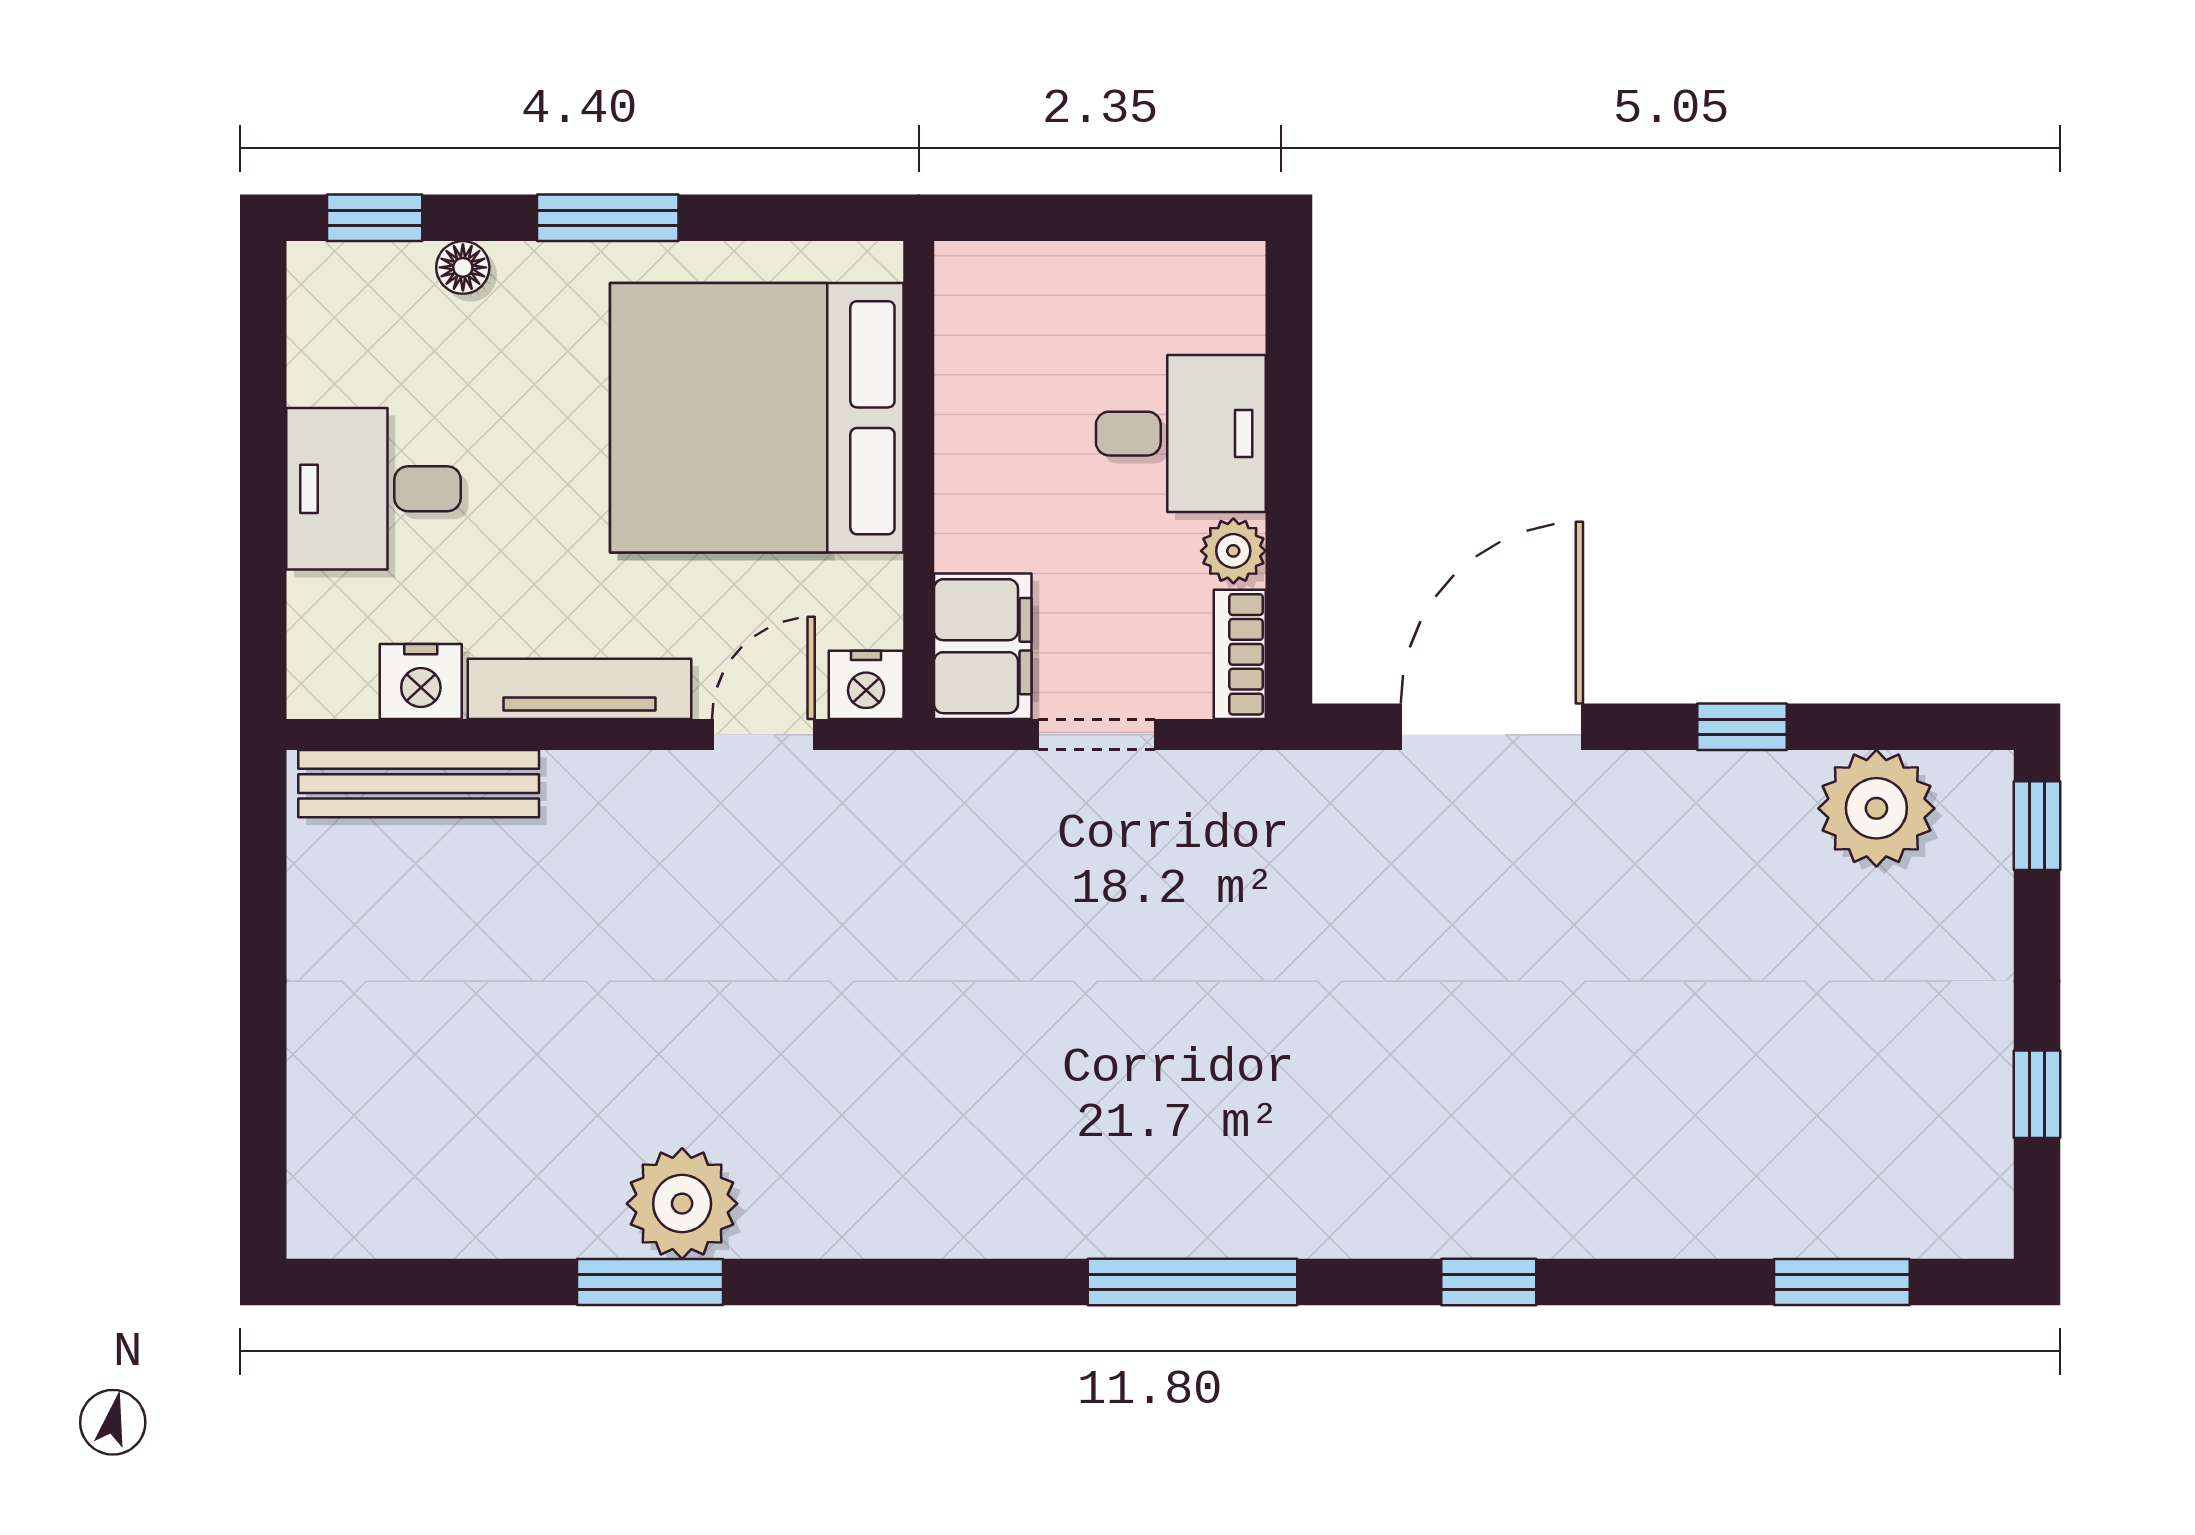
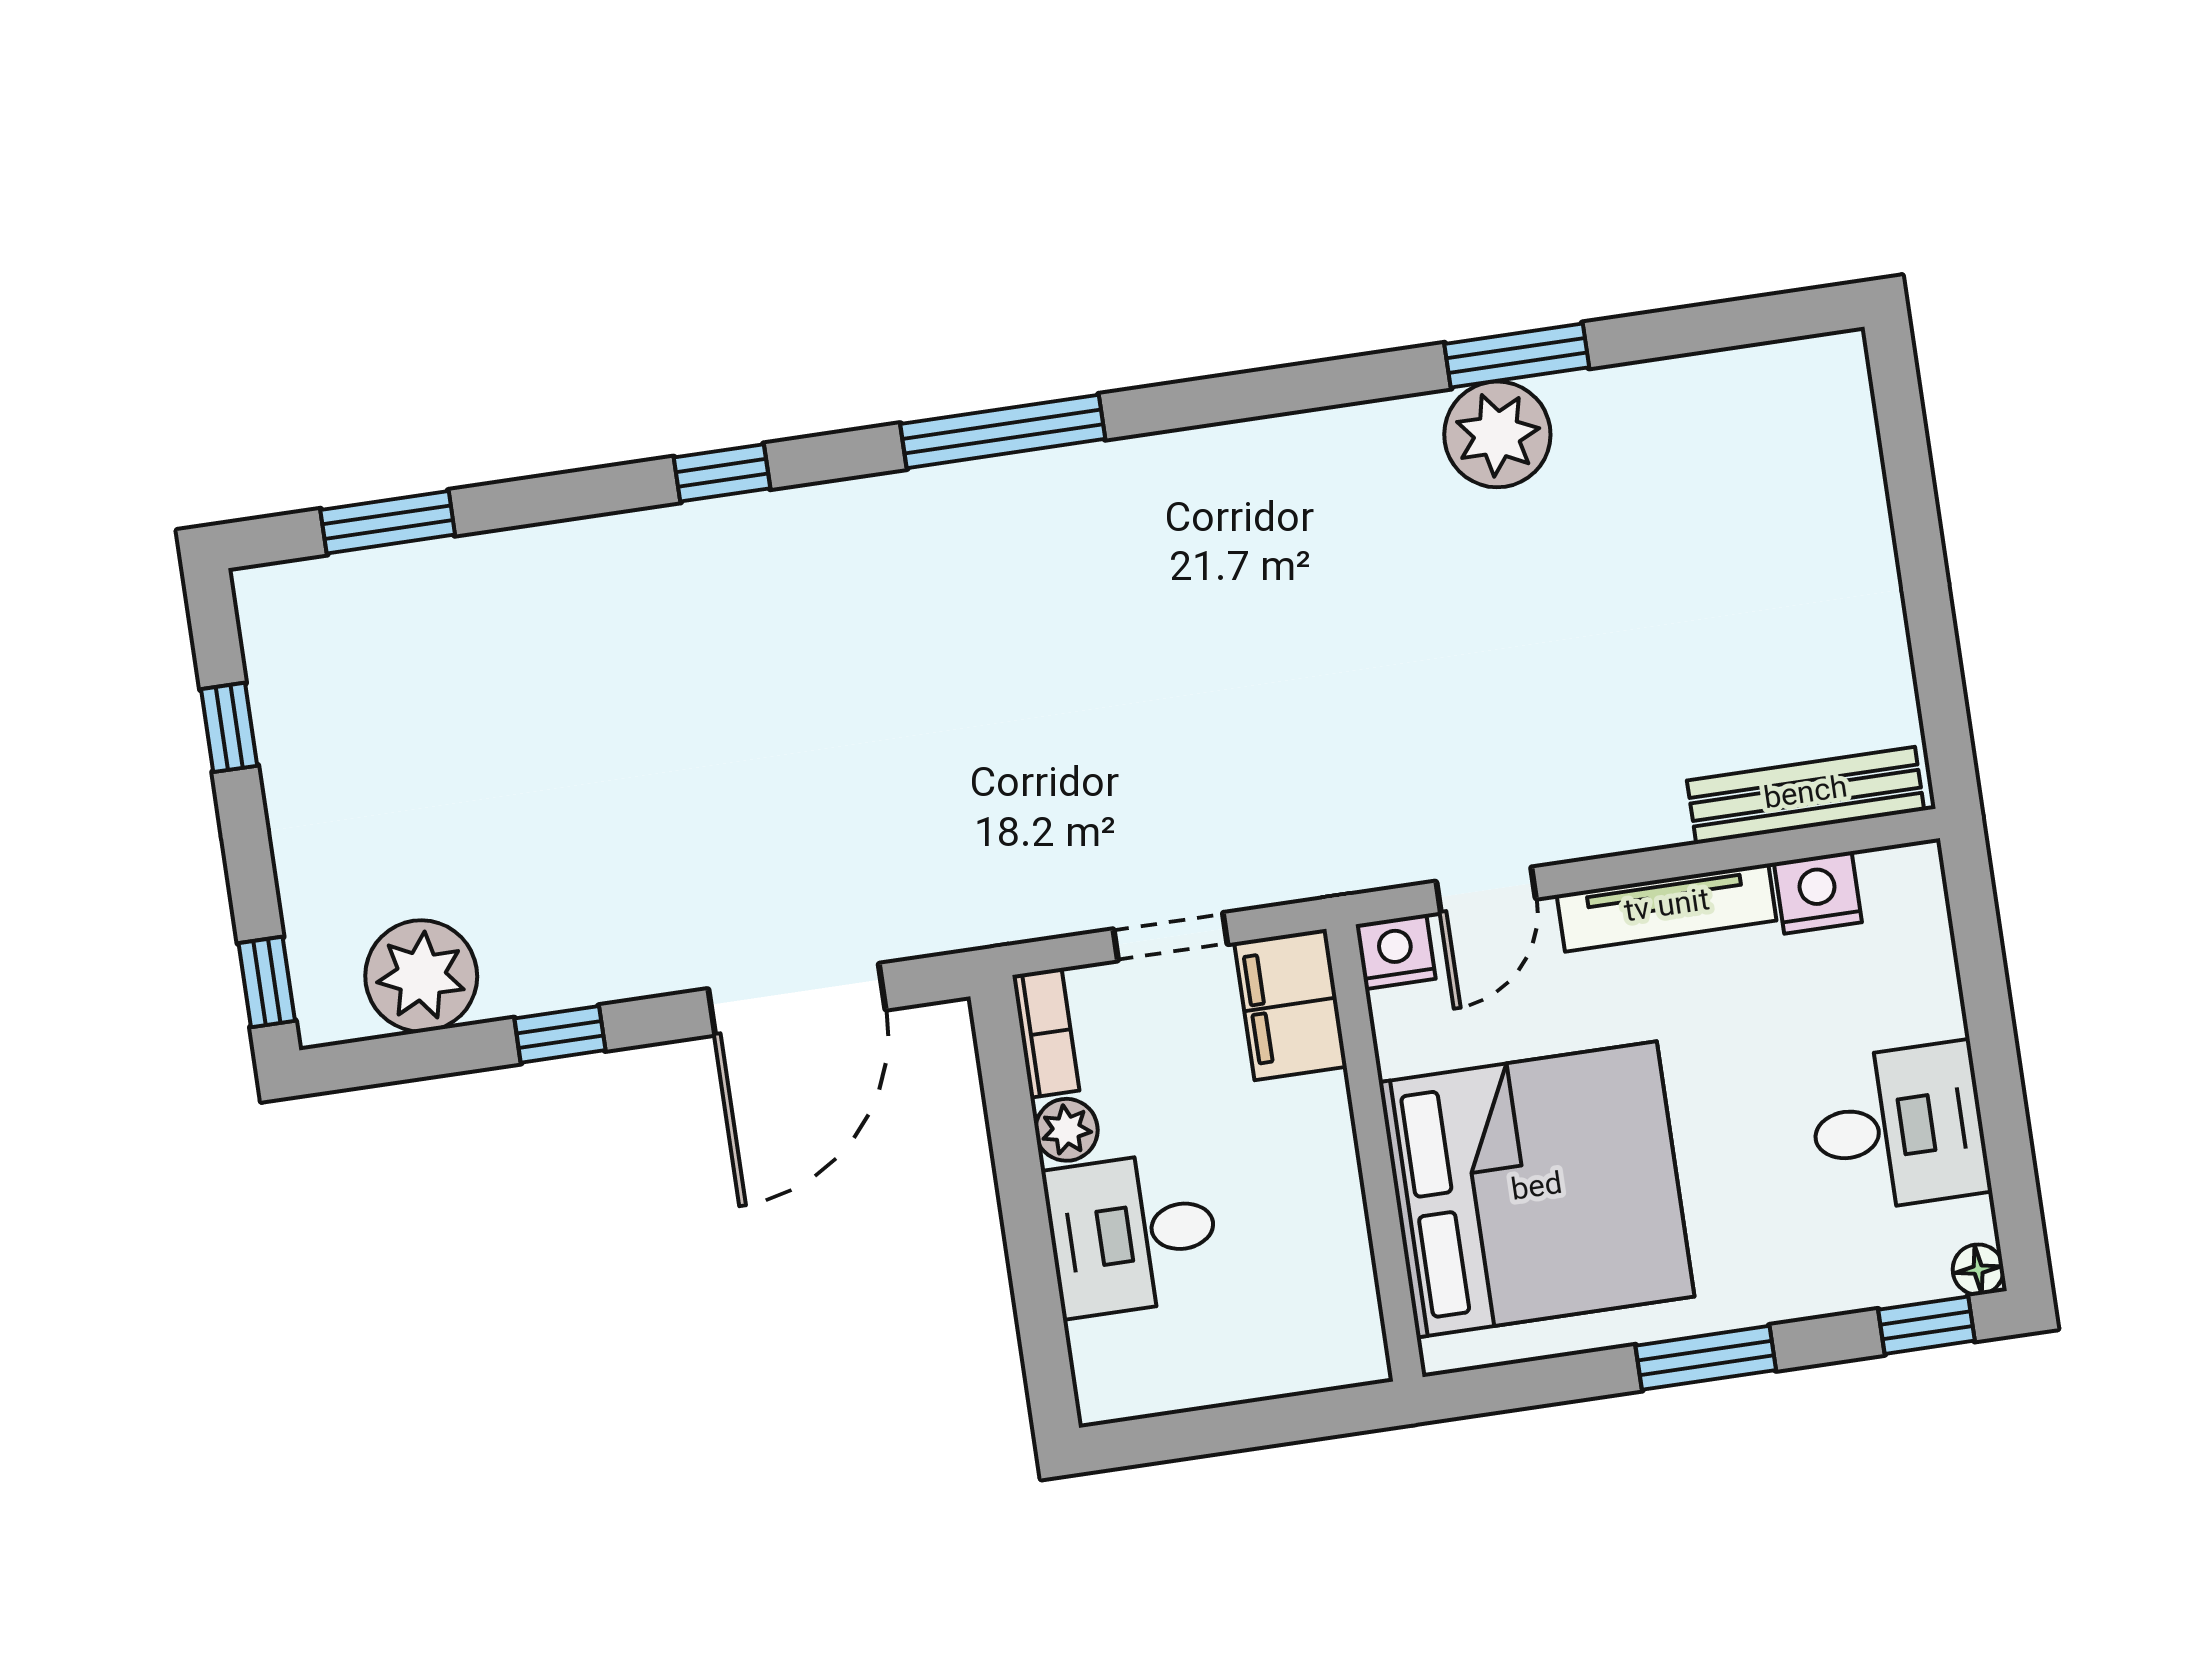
floor lamp: (463, 267) -> (1978, 1270), moved
desk: (374, 489) -> (1898, 1127), moved

